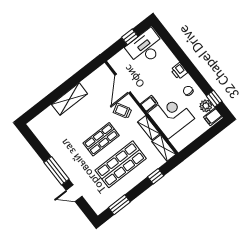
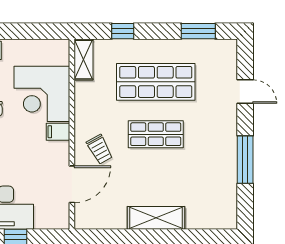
shelving: (149, 128) -> (83, 101), removed
window: (57, 171) -> (245, 160), moved

